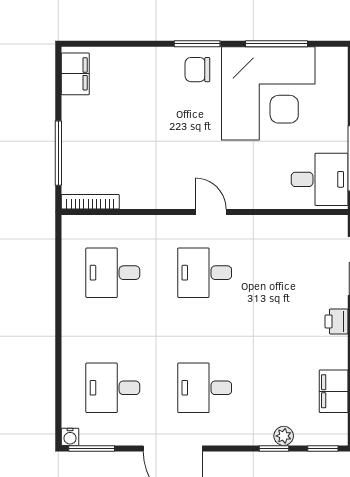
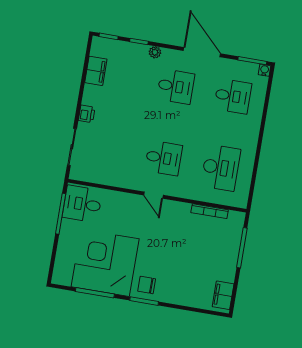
chair: (197, 70) -> (147, 285), turned 180
bookcase: (90, 202) -> (210, 211), moved
desk: (113, 273) -> (221, 168), width x1.37
plant: (284, 436) -> (155, 52), moved

